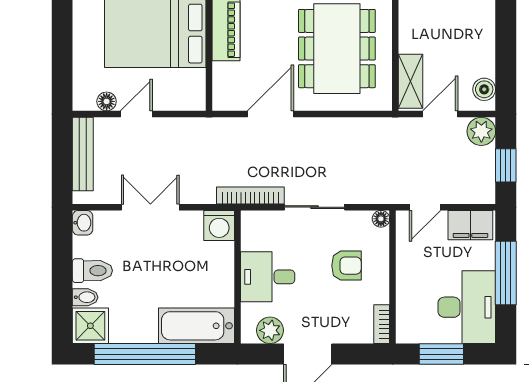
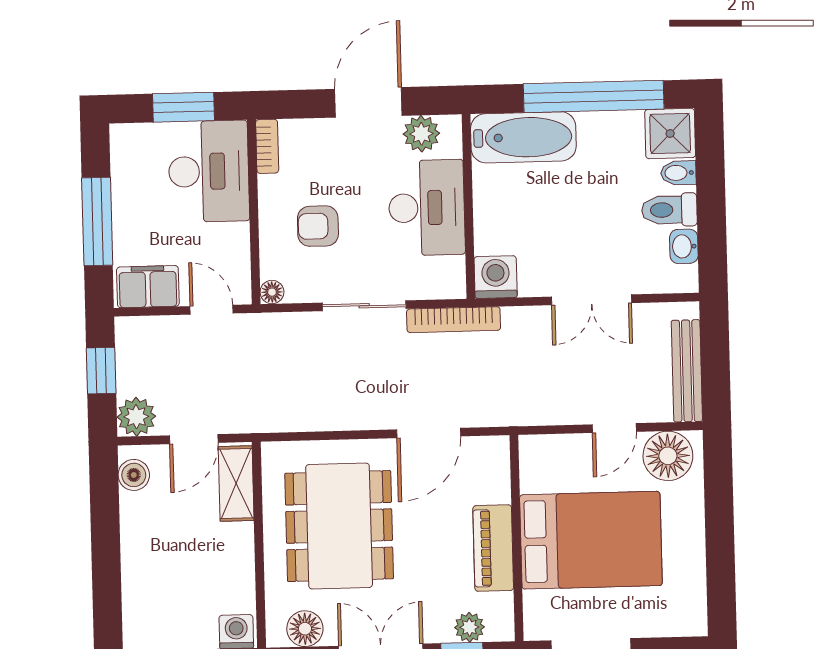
floor lamp: (107, 101) -> (668, 456), width x1.89, depth x1.89
door: (425, 207) -> (211, 310), hinge flipped
washbasin: (83, 223) -> (684, 246), moved
desk: (268, 277) -> (427, 208), width x1.37
desk: (467, 307) -> (209, 171), moved, turned 180

